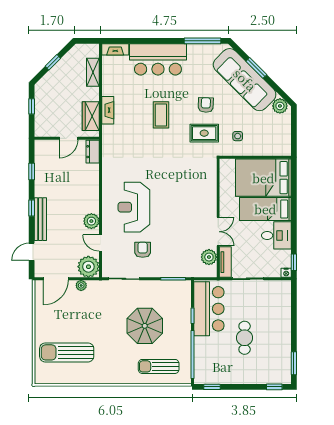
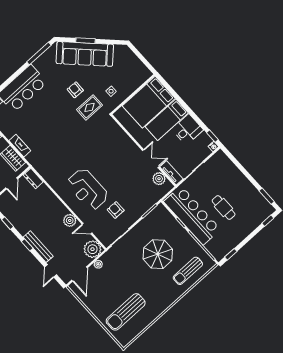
plant: (280, 106) -> (120, 51), removed
coffee table: (161, 115) -> (54, 120), removed
bar counter: (209, 309) -> (192, 215), width x1.36

